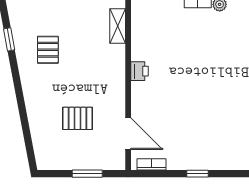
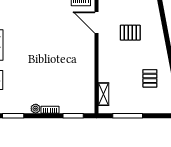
printer: (139, 71) -> (89, 64), removed

